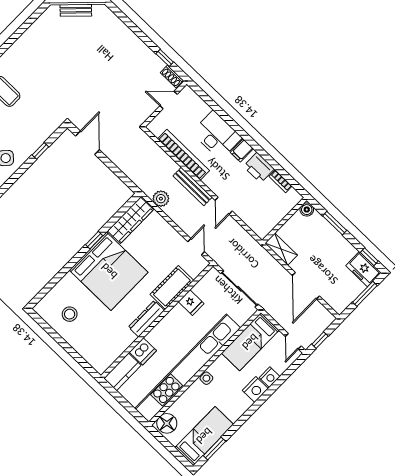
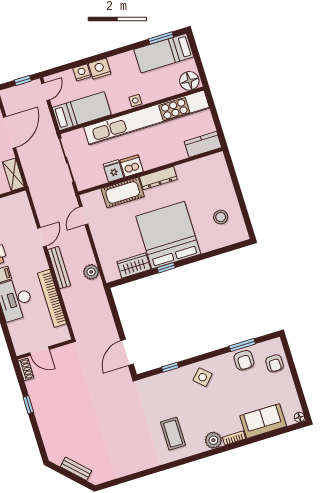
window: (165, 58) -> (28, 405), moved
wardrobe: (130, 220) -> (134, 266), width x0.67
dishwasher: (143, 351) -> (132, 166), moved

